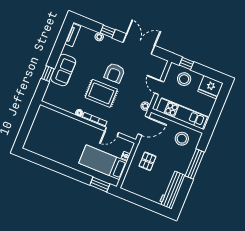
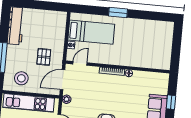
rug: (101, 93) -> (113, 99), removed
door: (112, 132) -> (80, 63), moved
pallet: (147, 161) -> (44, 57), moved
window: (100, 185) -> (118, 12), moved

